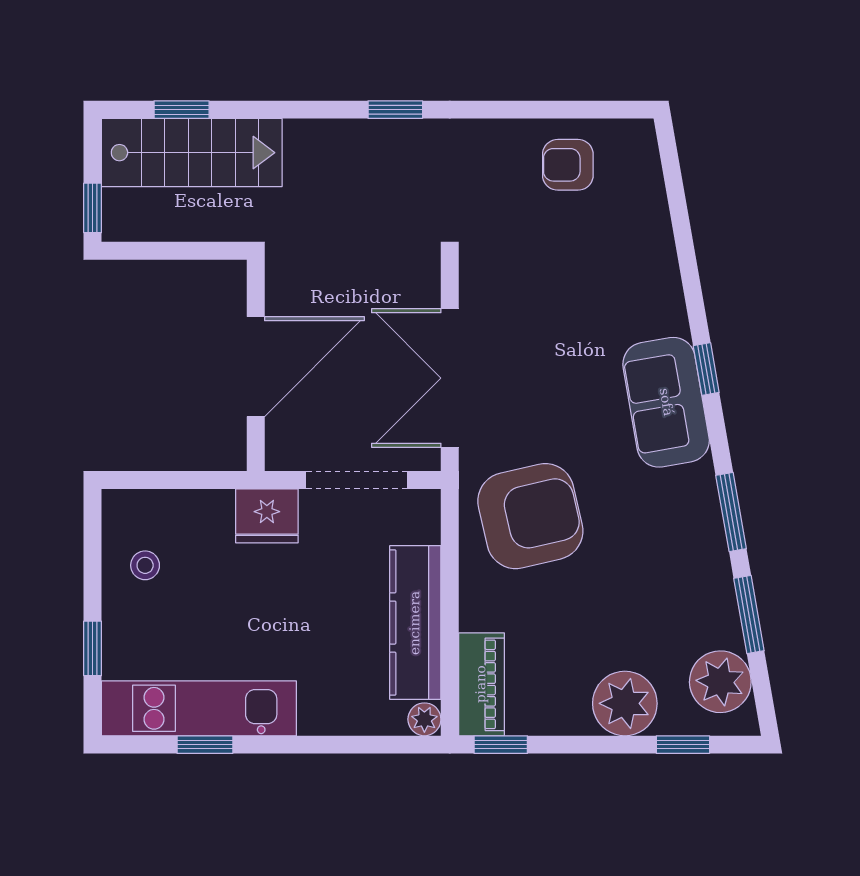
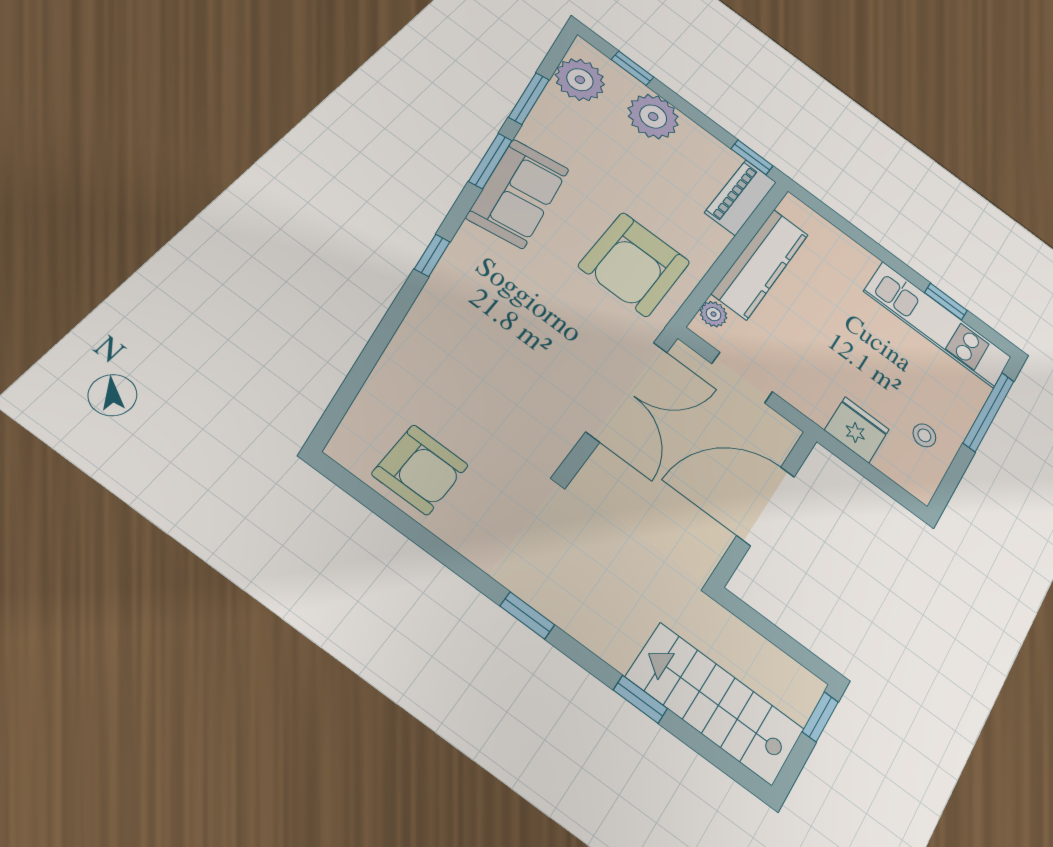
window: (182, 110) -> (640, 699), moved
armchair: (568, 165) -> (420, 470), width x1.38, depth x1.38
sofa: (666, 402) -> (518, 193), moved
doorway: (356, 480) -> (742, 378), width x0.73
fridge: (267, 516) -> (857, 430), moved
armchair: (530, 516) -> (634, 264), turned -77
window: (93, 648) -> (989, 412), width x2.17
plant: (424, 719) -> (714, 314), moved

